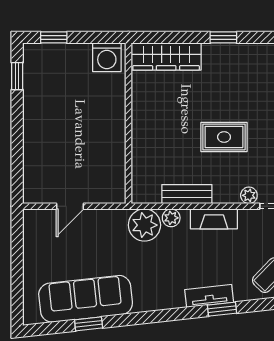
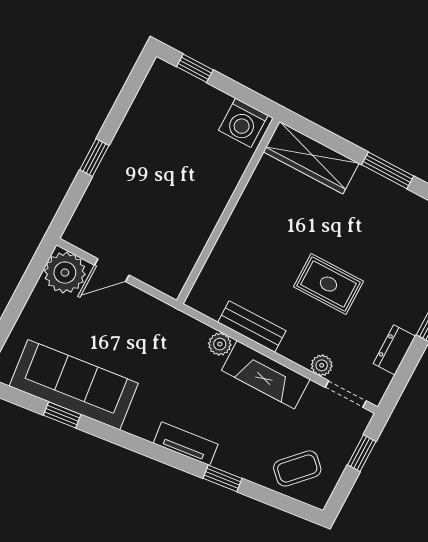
window: (223, 37) -> (388, 170), width x1.50
window: (17, 76) -> (94, 158), moved
fireplace: (214, 219) -> (266, 375), width x1.37, depth x1.32
plant: (144, 225) -> (65, 273), moved
tv unit: (209, 296) -> (186, 444), moved

